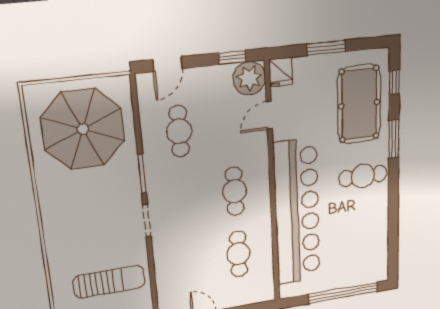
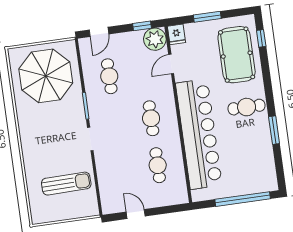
window: (394, 139) -> (274, 130), moved

